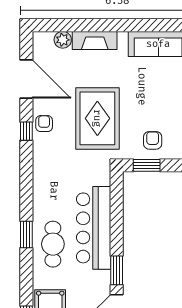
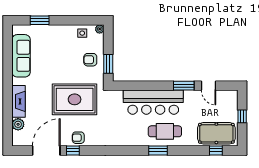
window: (26, 131) -> (73, 150), moved

